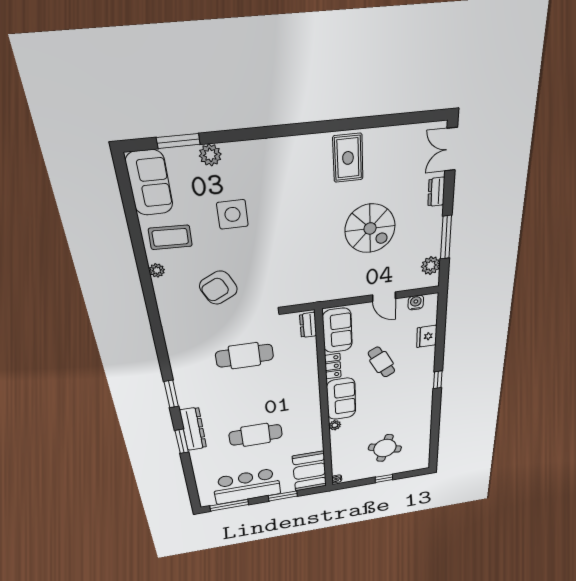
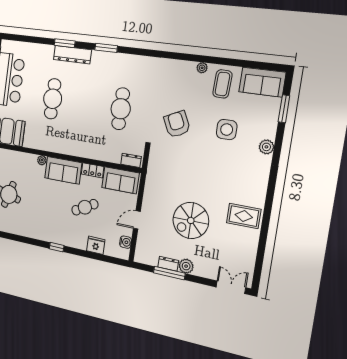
plant: (210, 155) -> (266, 147), moved
dresser: (436, 192) -> (168, 264), moved
plant: (431, 266) -> (186, 266), moved
armchair: (218, 288) -> (177, 124), moved

